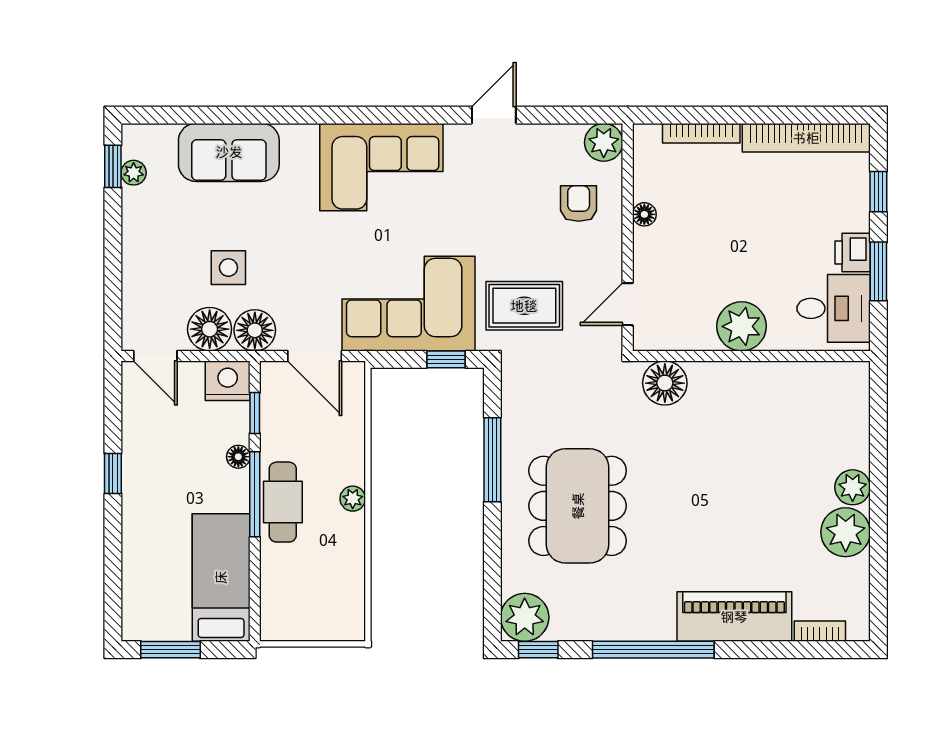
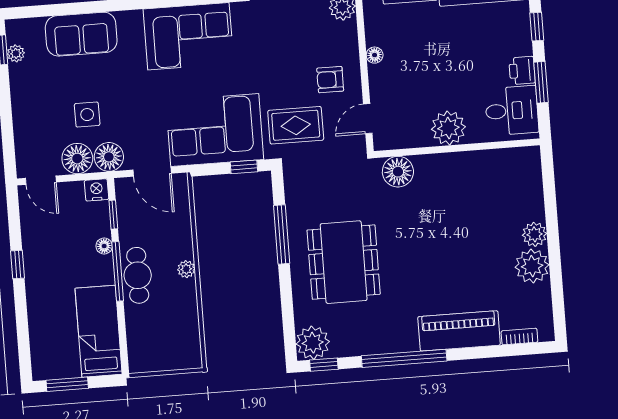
armchair: (579, 204) -> (330, 80), moved, turned -90
nightstand: (228, 381) -> (96, 190), width x0.74, depth x0.75

